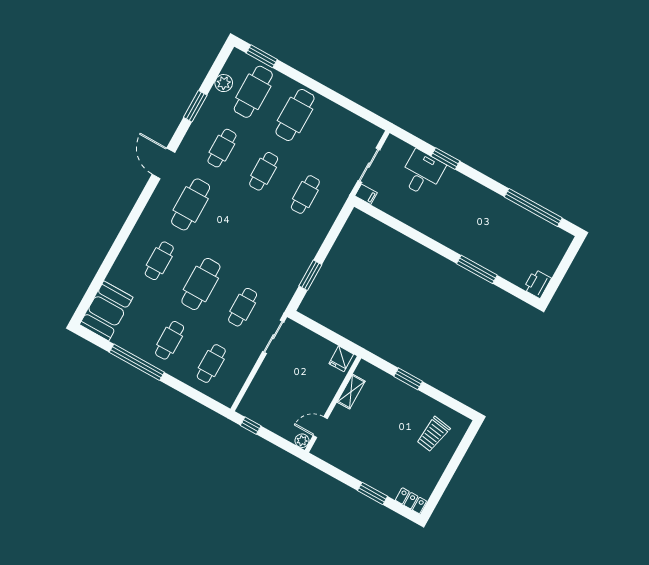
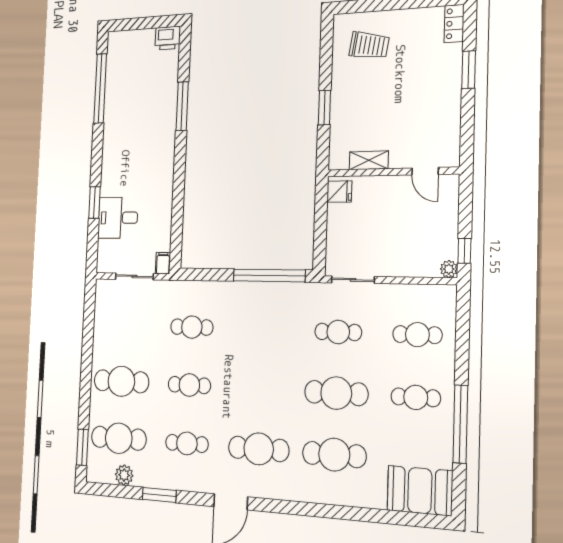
cafe table: (159, 261) -> (334, 455), width x1.37, depth x1.35
window: (310, 275) -> (269, 275), width x2.11
plant: (302, 441) -> (449, 269), moved

